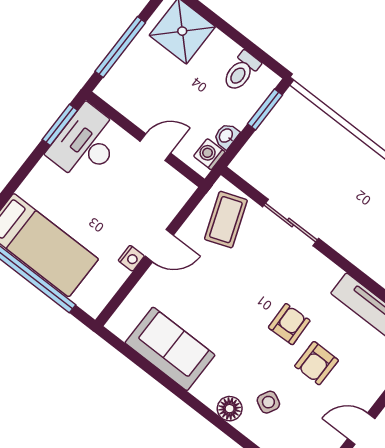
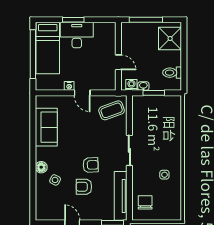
window: (265, 109) -> (154, 93), moved
window: (60, 125) -> (73, 20), moved
desk: (86, 144) -> (77, 35), moved
sliding door: (291, 223) -> (129, 150), moved

